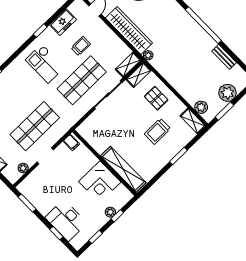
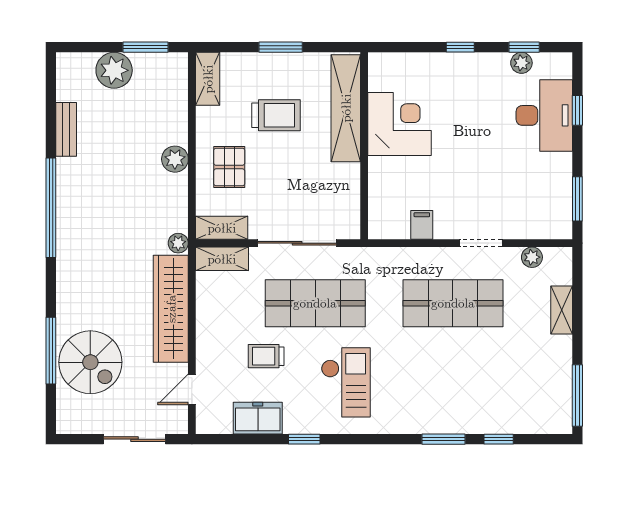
plant: (201, 107) -> (175, 159), moved
wall: (105, 163) -> (364, 146), moved
shelving: (123, 169) -> (346, 108), moved
corner desk: (100, 182) -> (400, 124), moved
plant: (110, 212) -> (521, 63), moved

